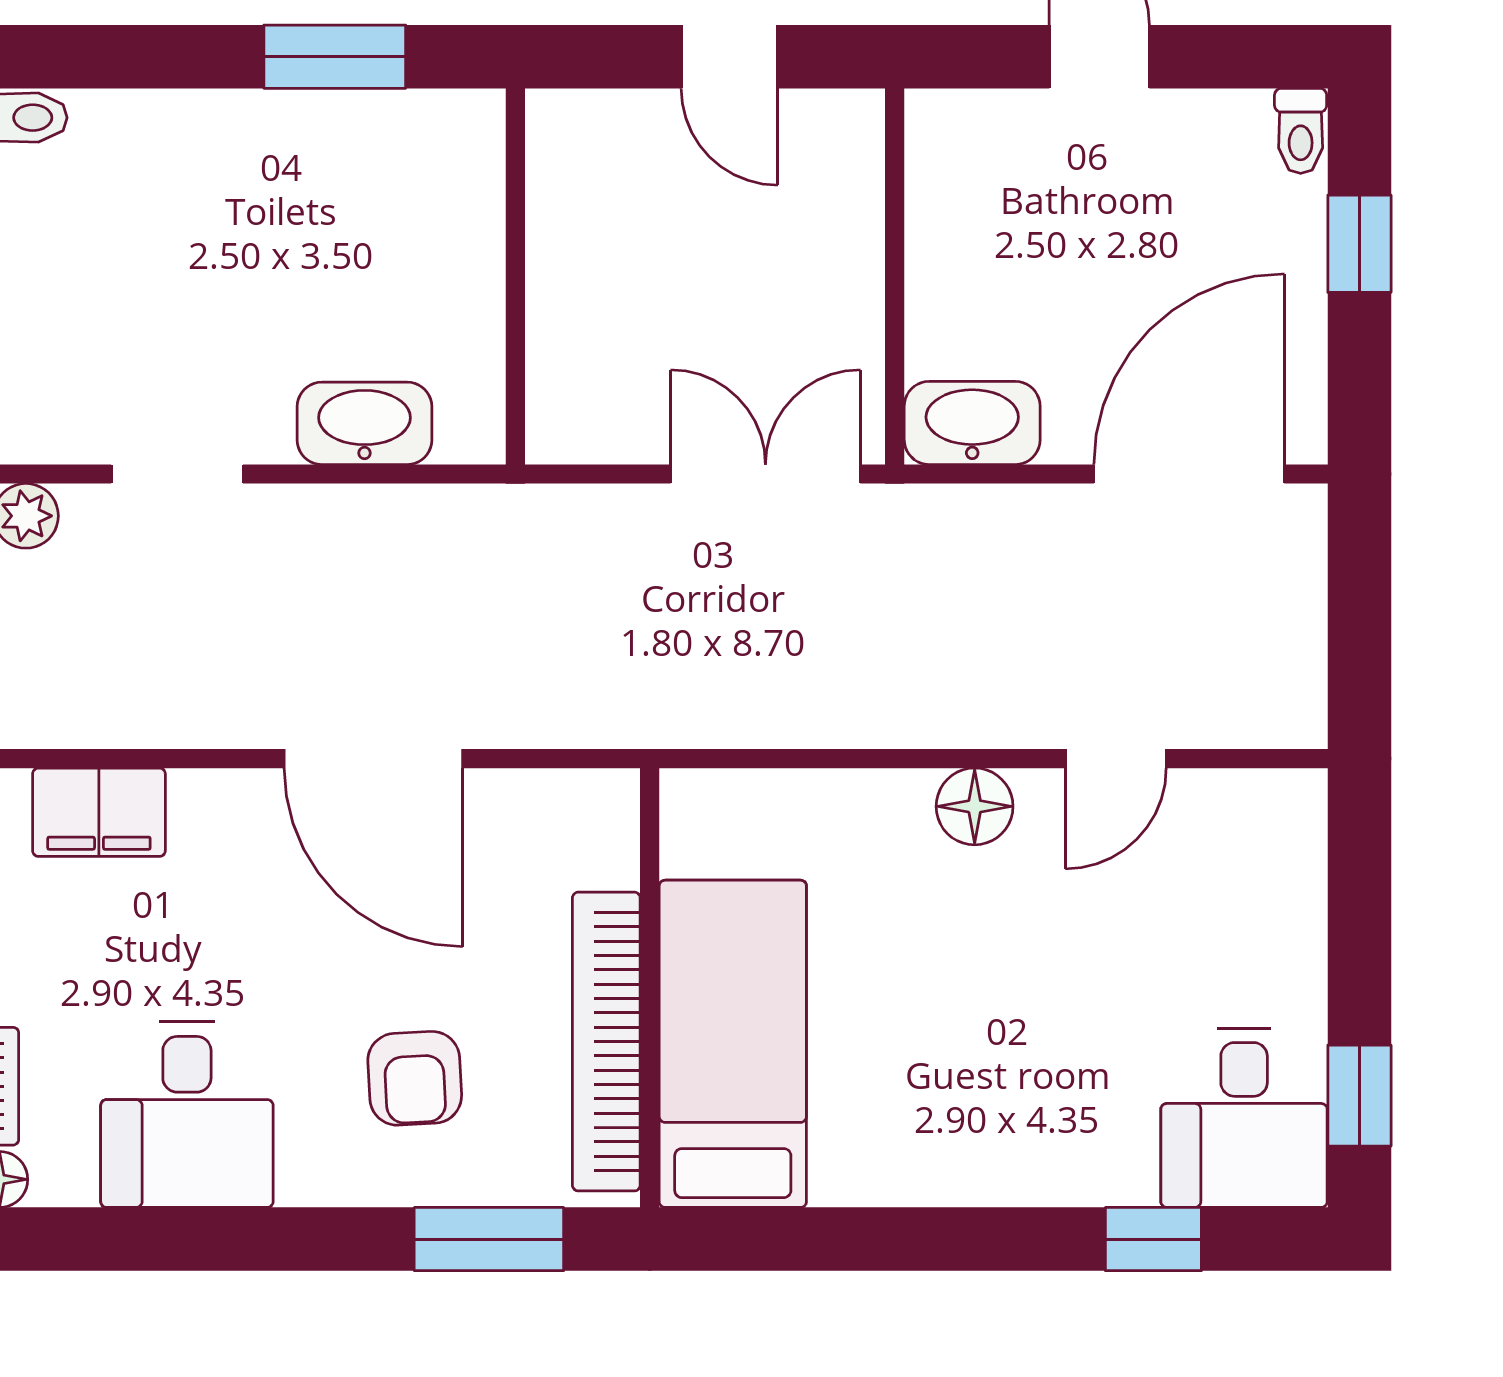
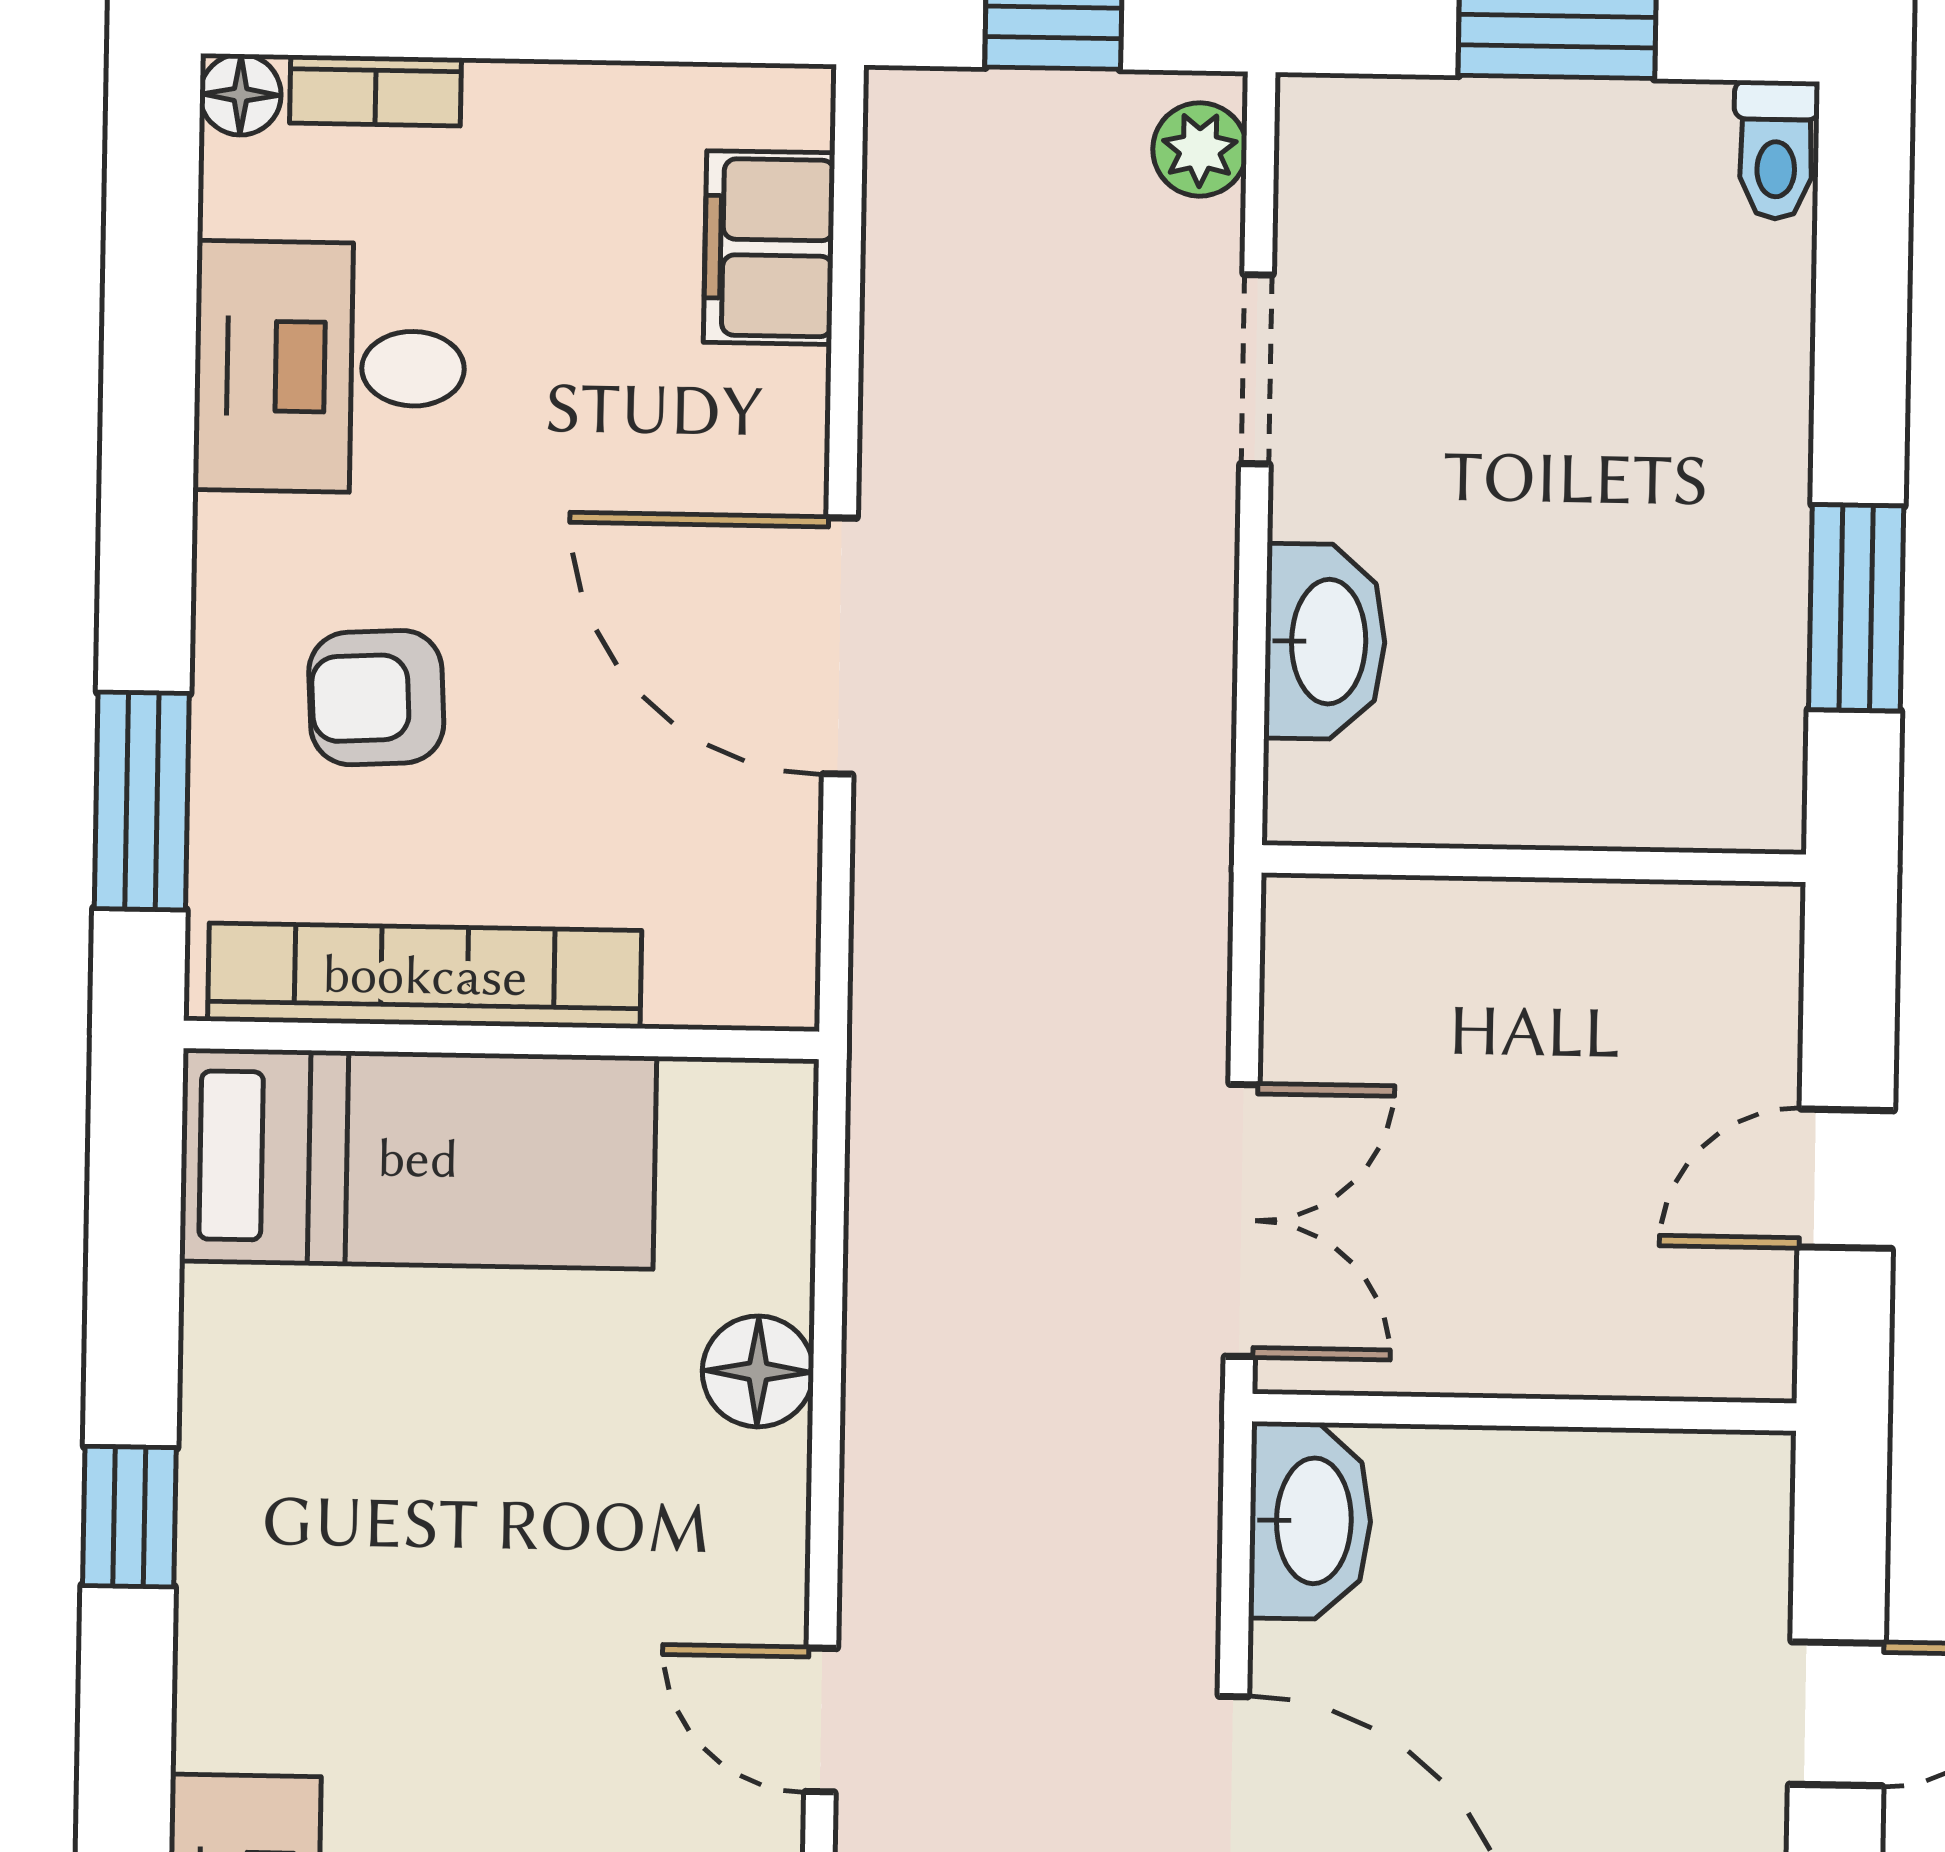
door: (373, 759) -> (840, 646), hinge flipped
floor lamp: (975, 806) -> (758, 1371), moved
window: (1153, 1239) -> (129, 1517), moved

